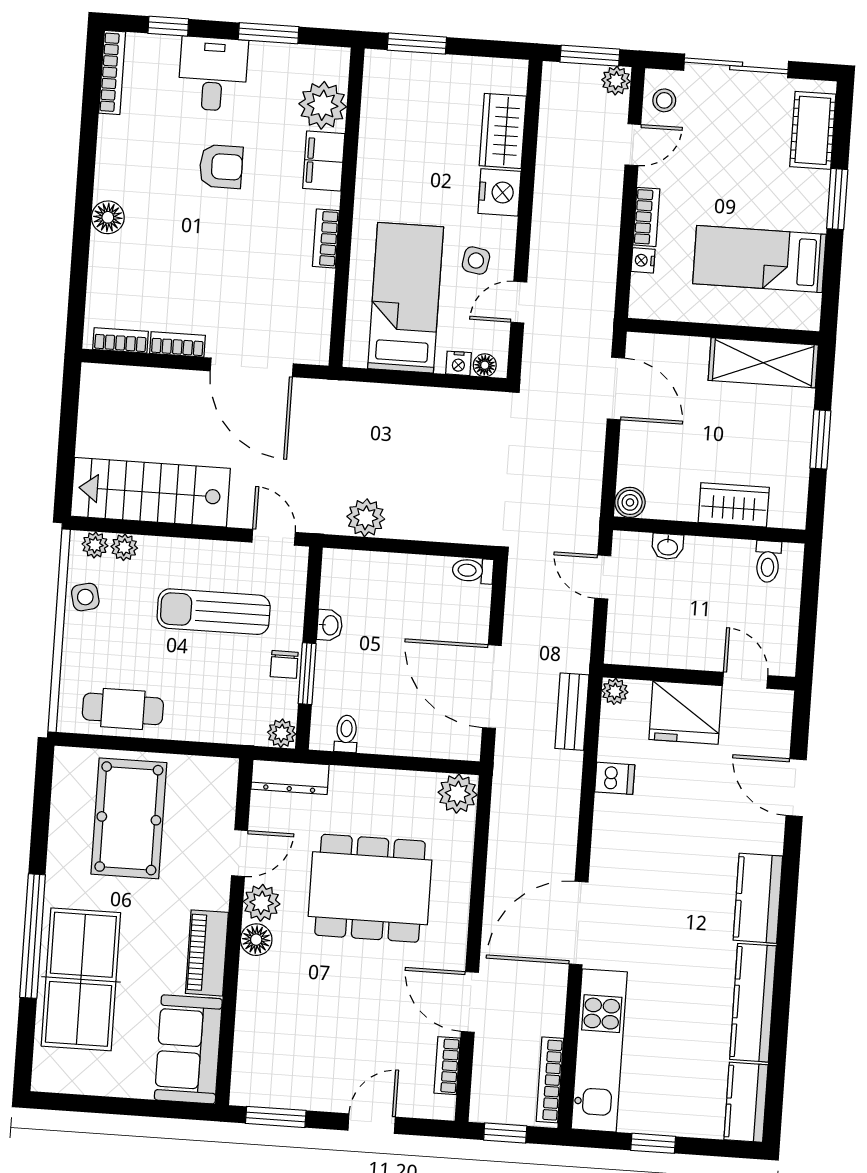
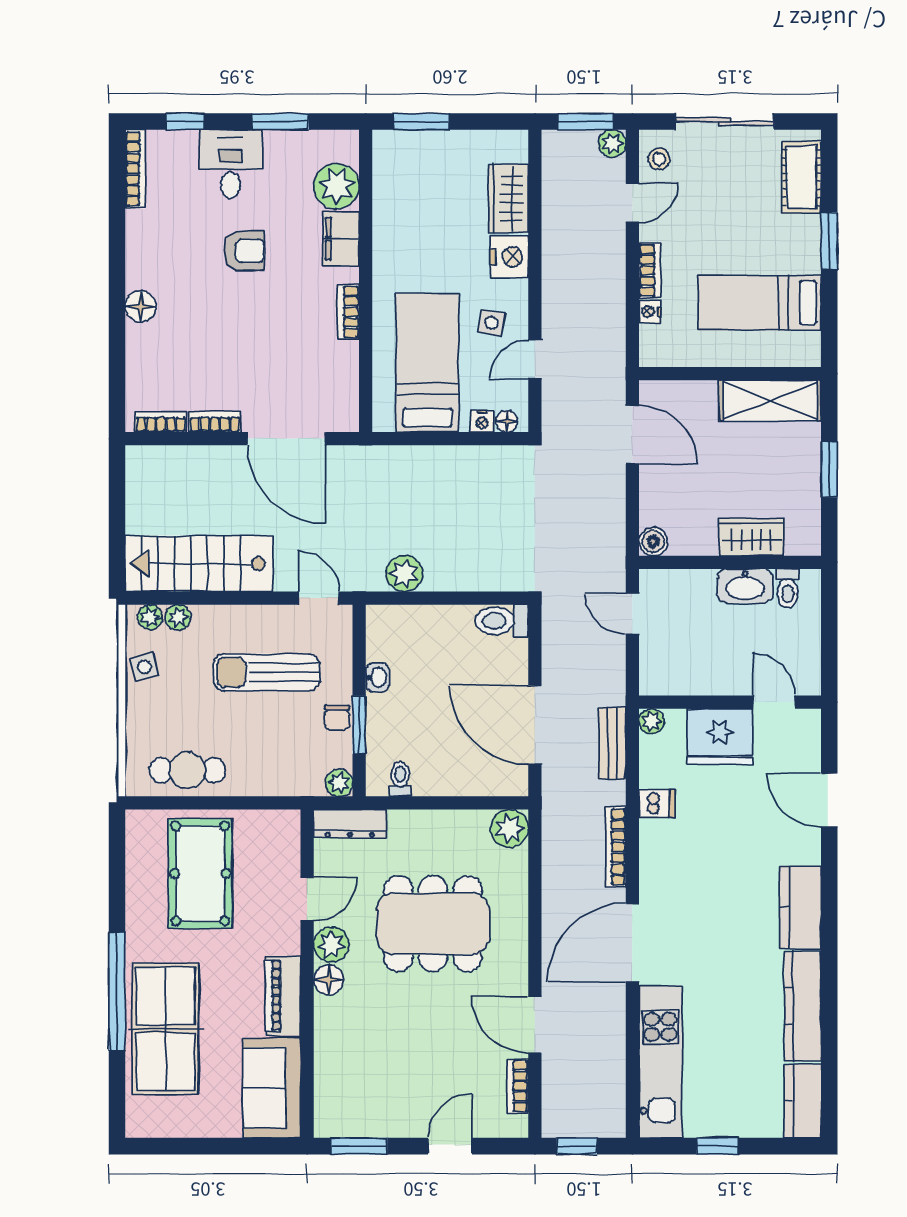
washbasin: (668, 546) -> (745, 586), moved, width x1.91, depth x1.45
toilet: (473, 571) -> (502, 621), width x1.37, depth x1.39
bookcase: (550, 1080) -> (616, 847), moved

